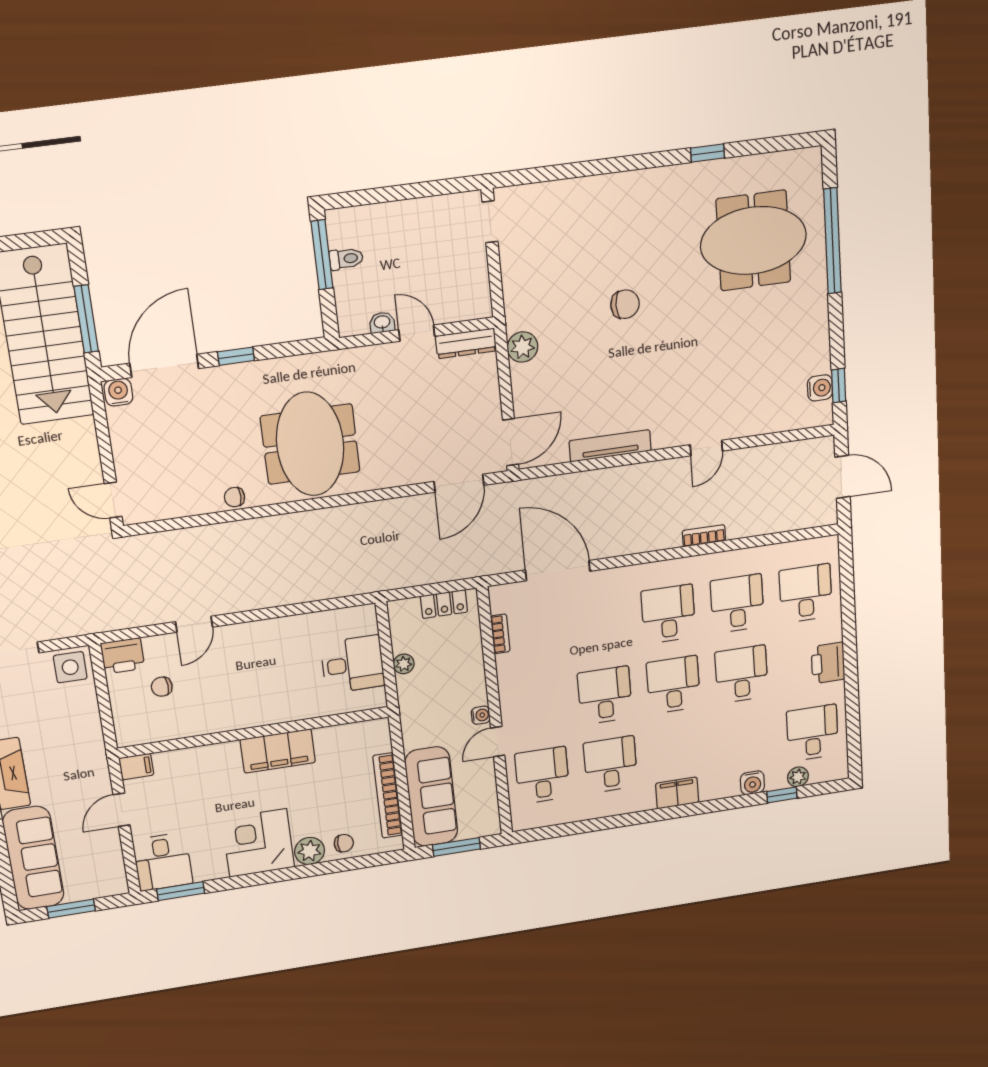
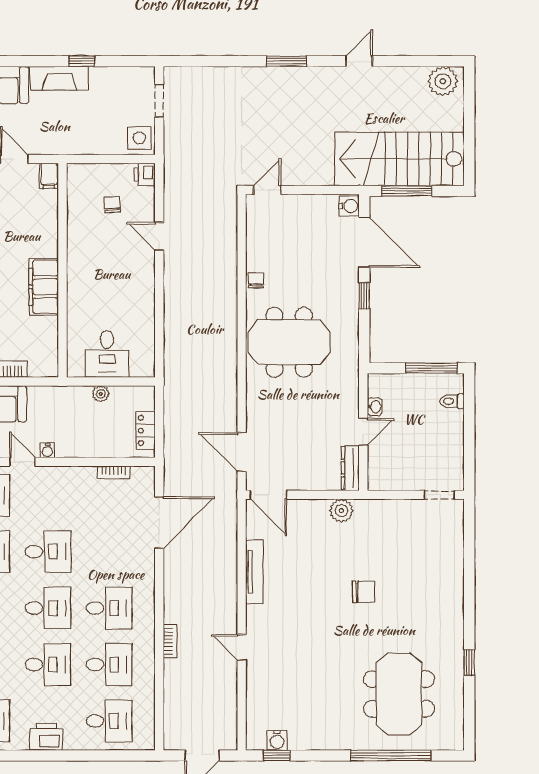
toilet: (346, 259) -> (452, 401), moved, turned 90
chair: (625, 304) -> (364, 592), turned -90
printer: (123, 656) -> (145, 175), width x0.73, depth x0.81

